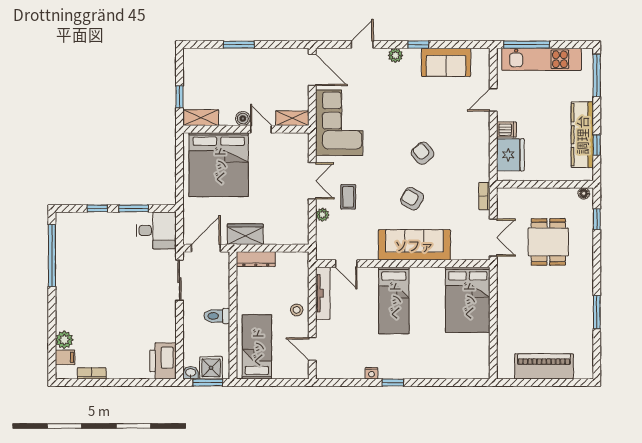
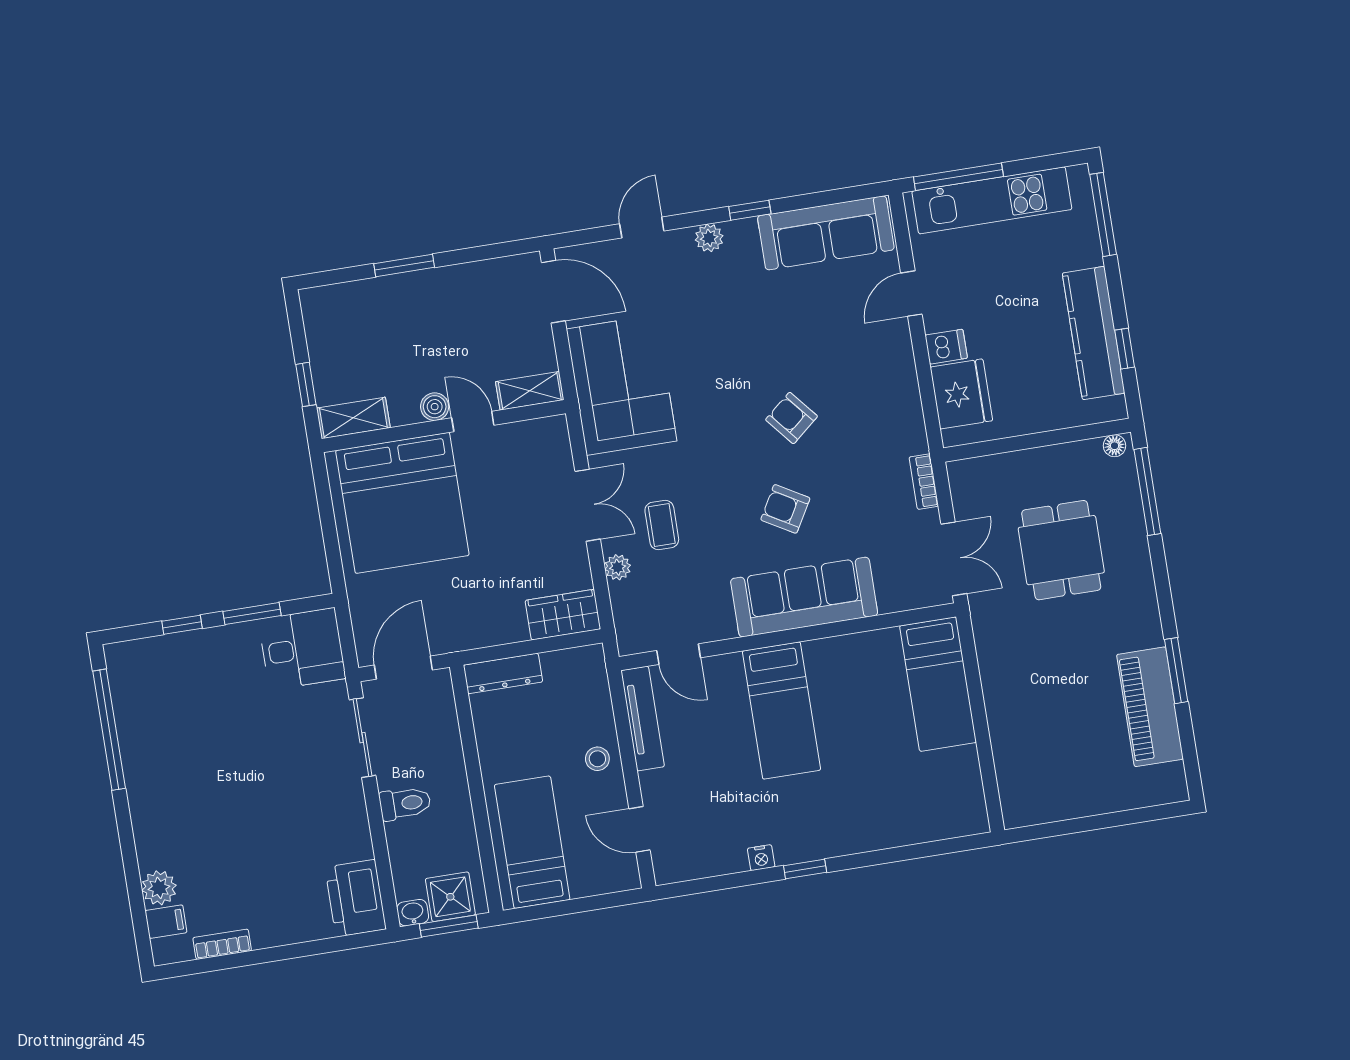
sofa: (446, 62) -> (826, 233), width x1.36
window: (597, 219) -> (1147, 491), width x2.17
wardrobe: (245, 234) -> (563, 615), moved
bed: (468, 300) -> (938, 684), width x0.67
toilet: (217, 316) -> (405, 803), moved, turned 180
piano: (544, 366) -> (1150, 707), moved, turned -90

